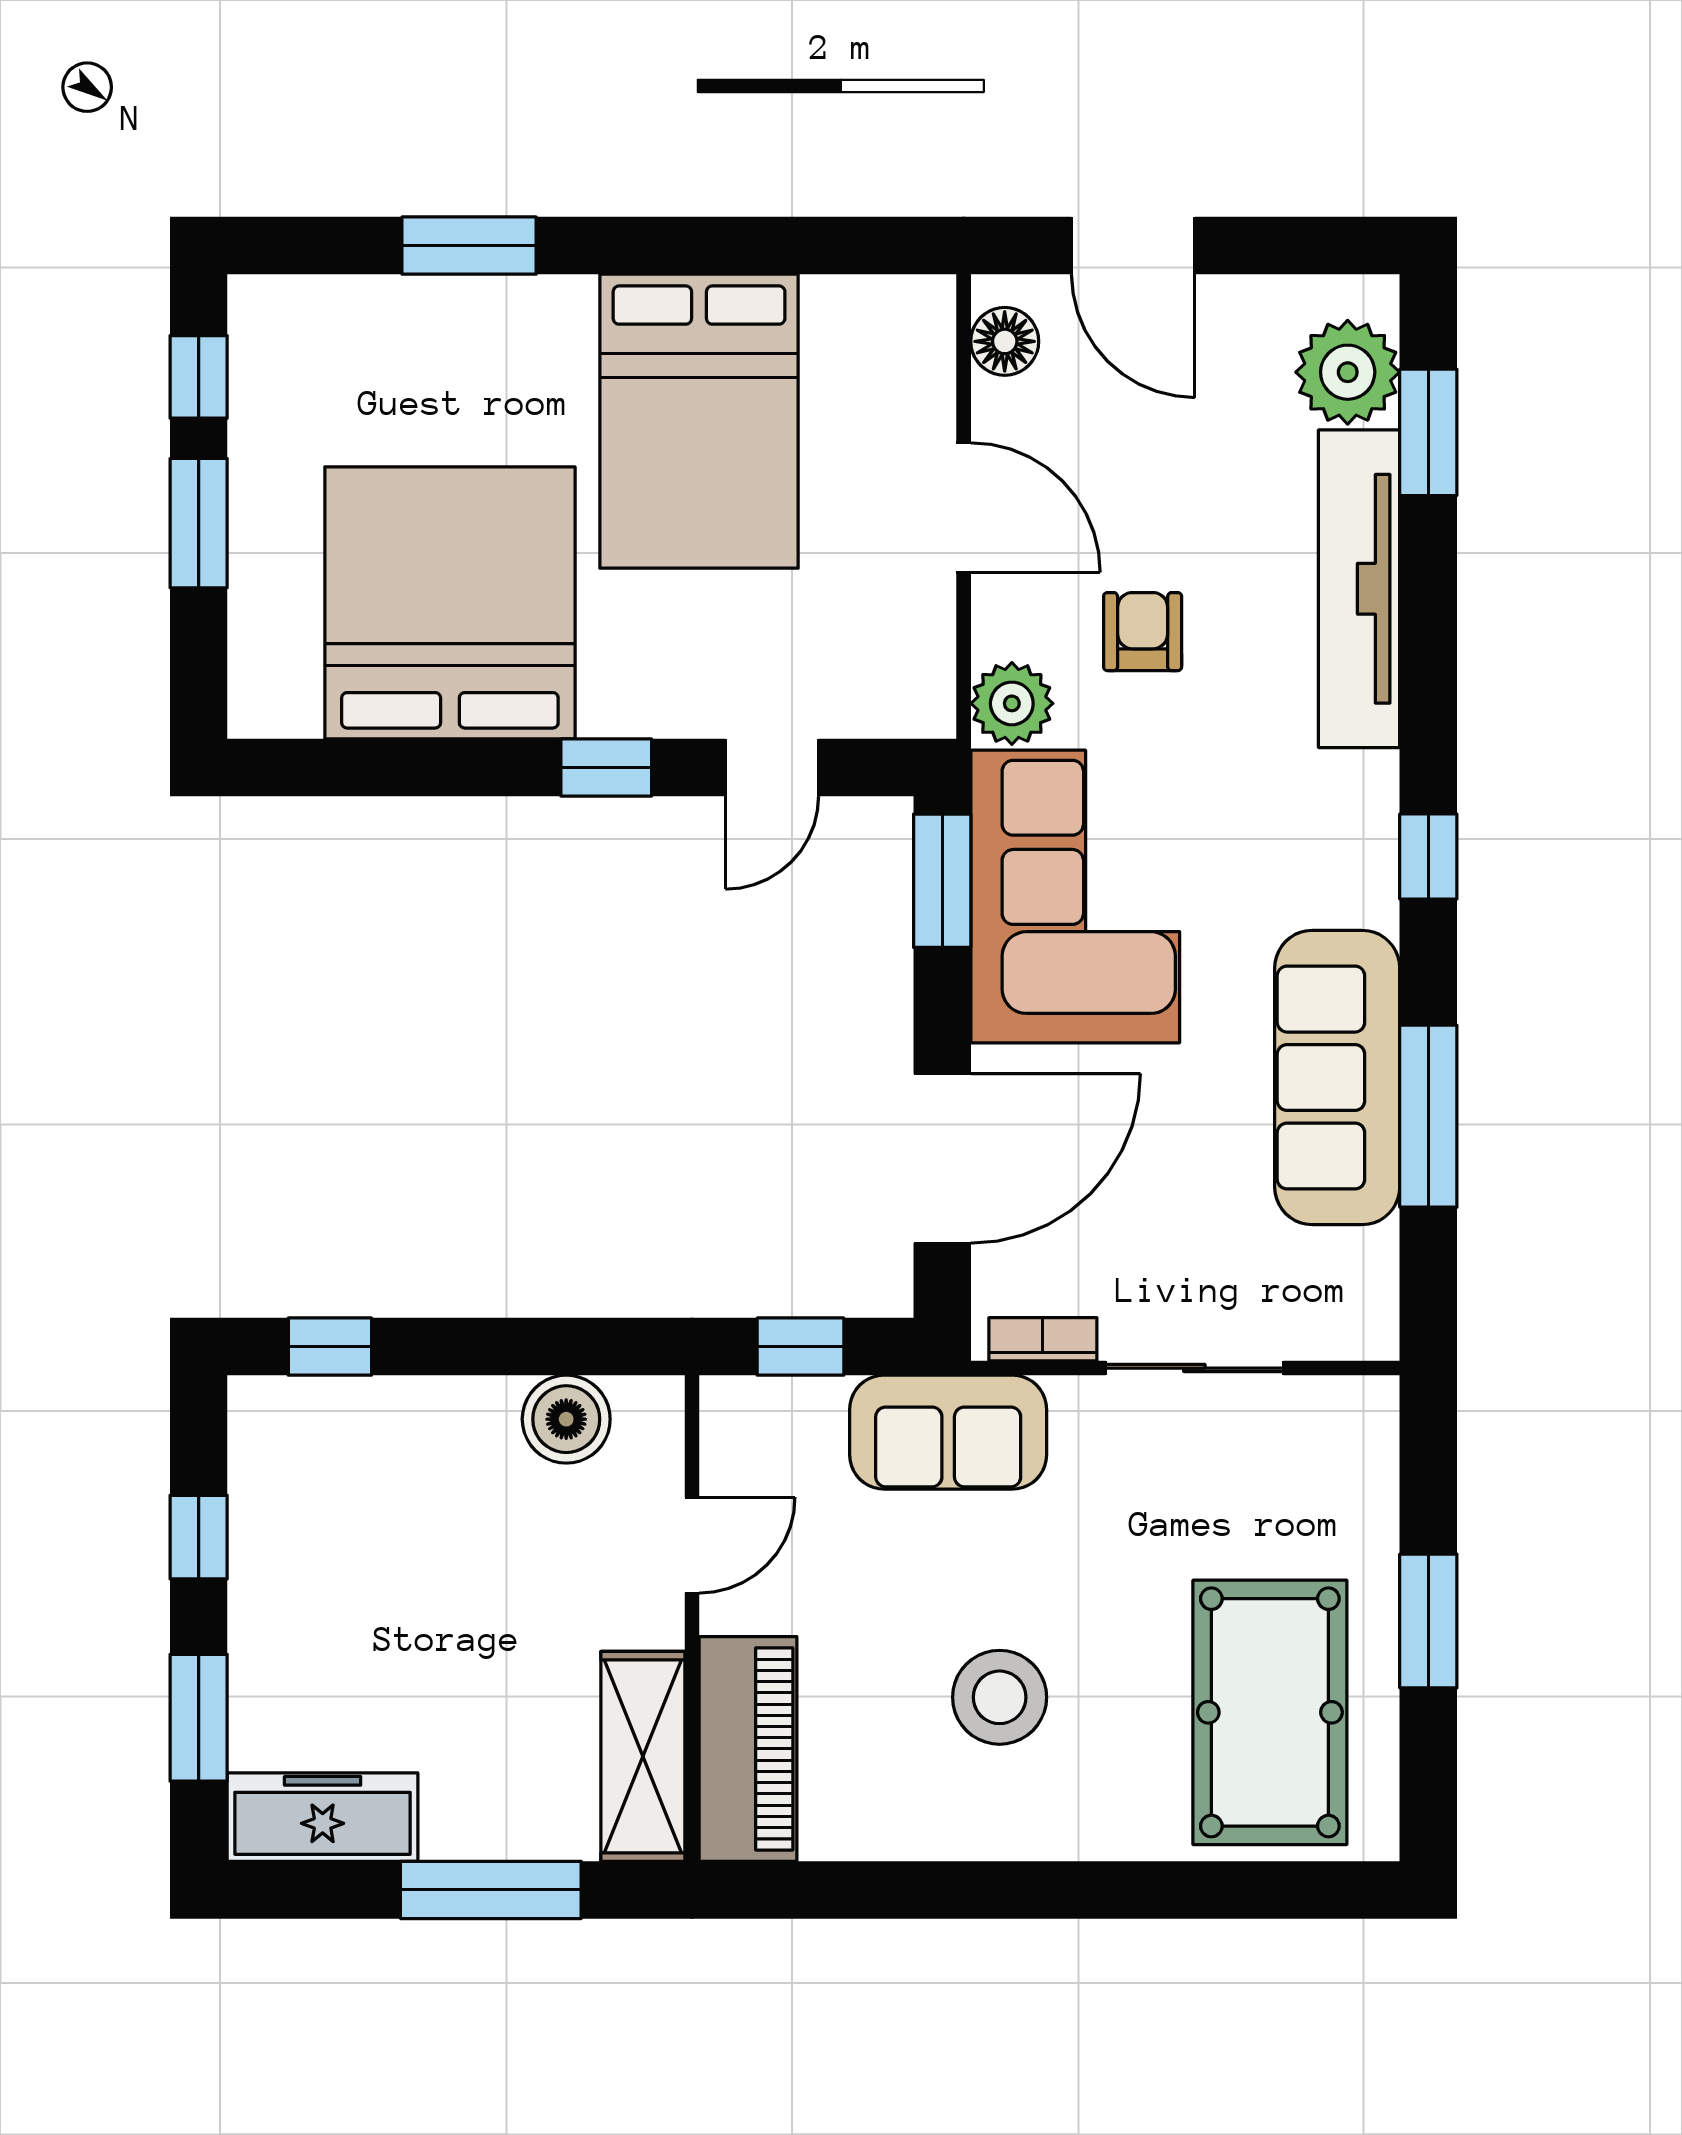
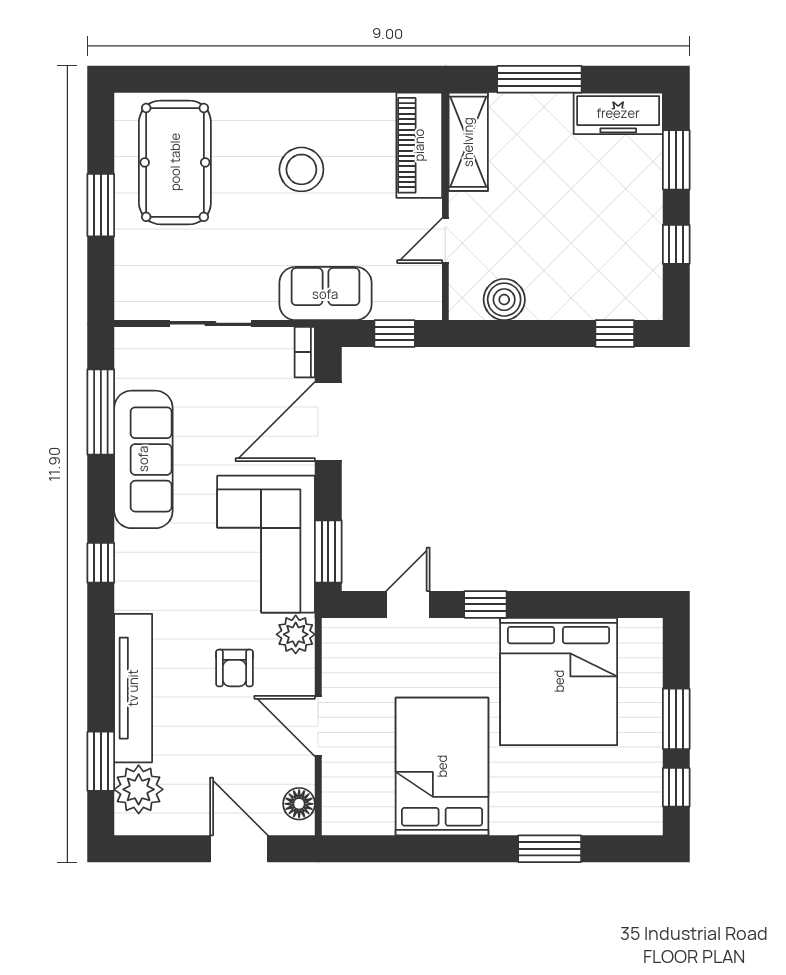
window: (1428, 1116) -> (101, 412), moved
bookcase: (1043, 1339) -> (305, 352), moved, turned 90

